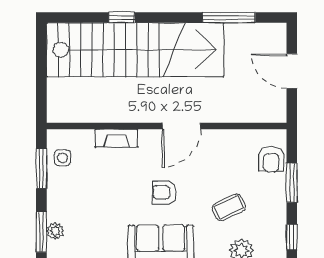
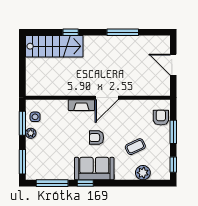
window: (229, 17) -> (123, 32), moved
stairs: (135, 50) -> (54, 46), width x0.54, depth x0.66
fireplace: (116, 138) -> (81, 105), moved
armchair: (271, 159) -> (161, 118), turned 180
plant: (55, 231) -> (31, 133), moved

